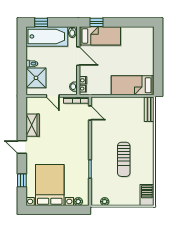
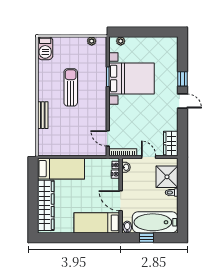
window: (41, 22) -> (147, 238), moved
window: (96, 22) -> (101, 238), removed
wardrobe: (146, 52) -> (46, 205), added
bench: (149, 109) -> (43, 115), moved
wardrobe: (33, 125) -> (171, 144), moved
window: (22, 180) -> (183, 79), moved
bed with nightstands: (50, 185) -> (131, 78), moved, turned -90

